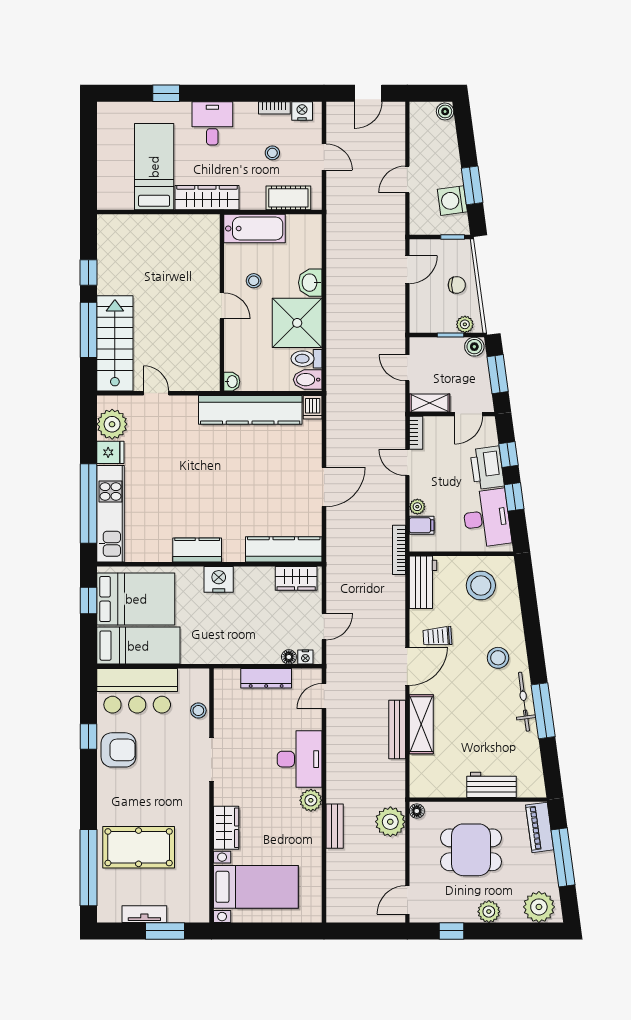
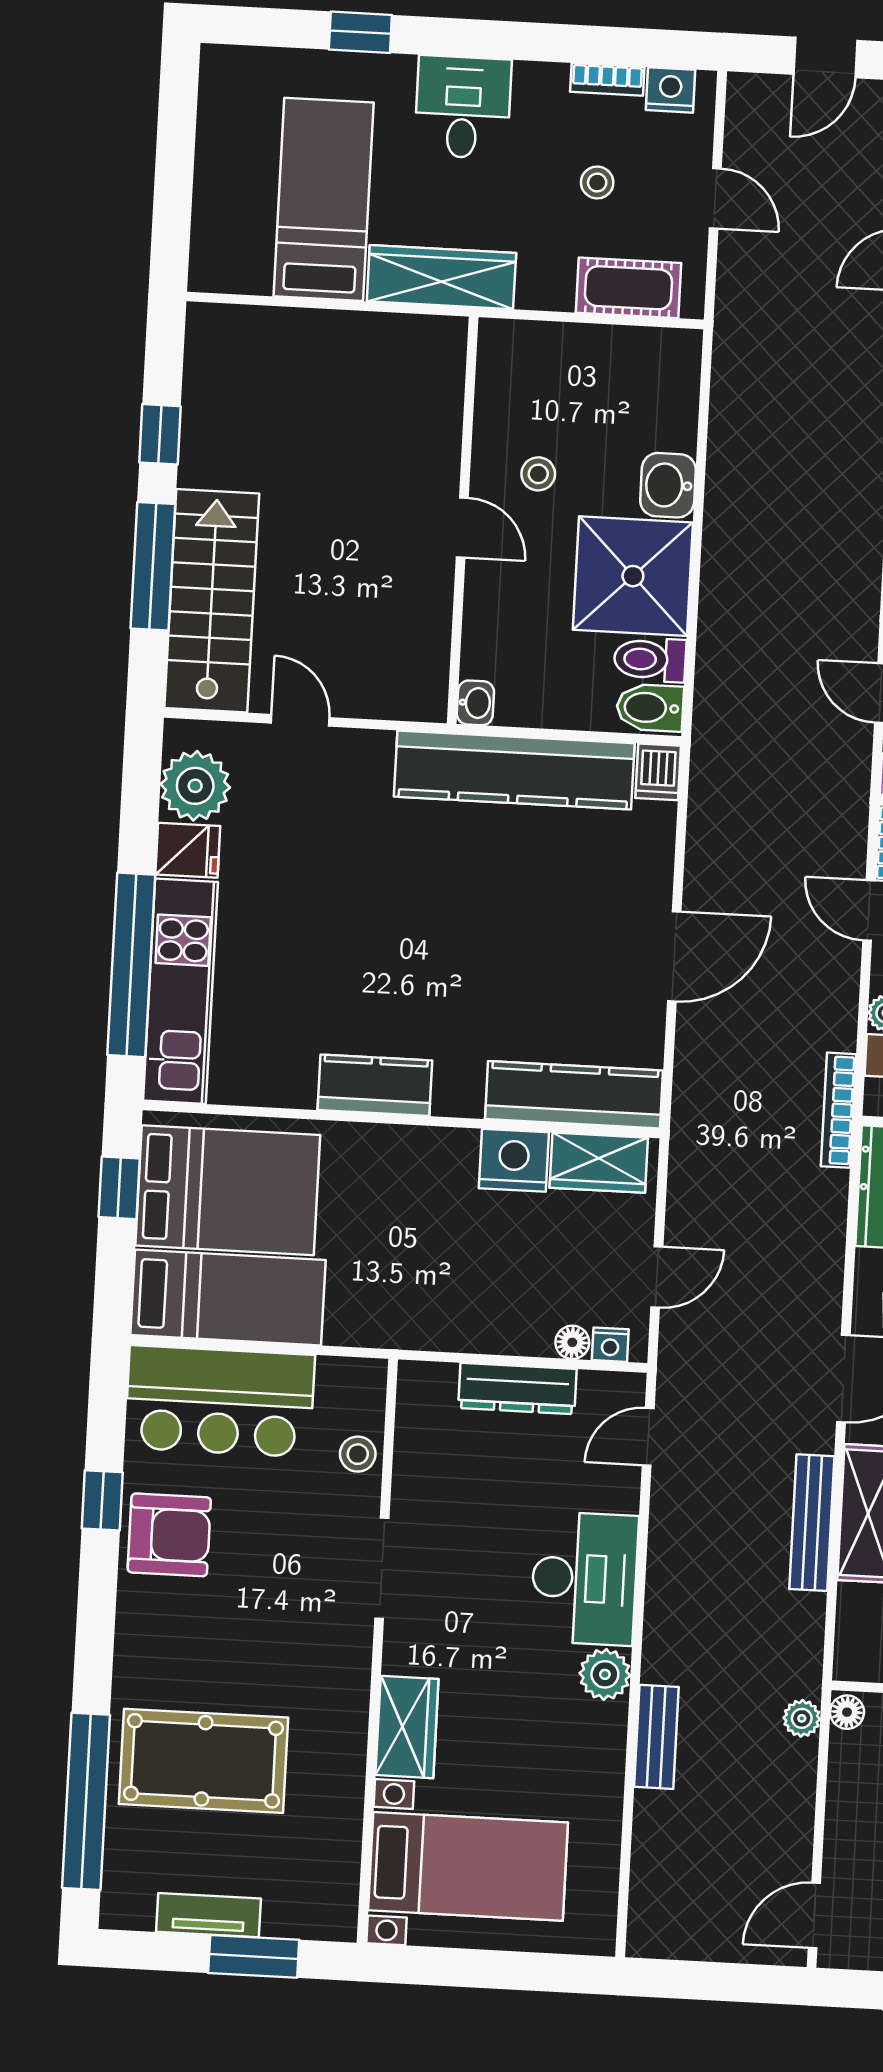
bathtub: (255, 229) -> (547, 354), removed
nightstand: (219, 579) -> (514, 1160), moved
plant: (390, 822) -> (802, 1718), width x0.53, depth x0.53

